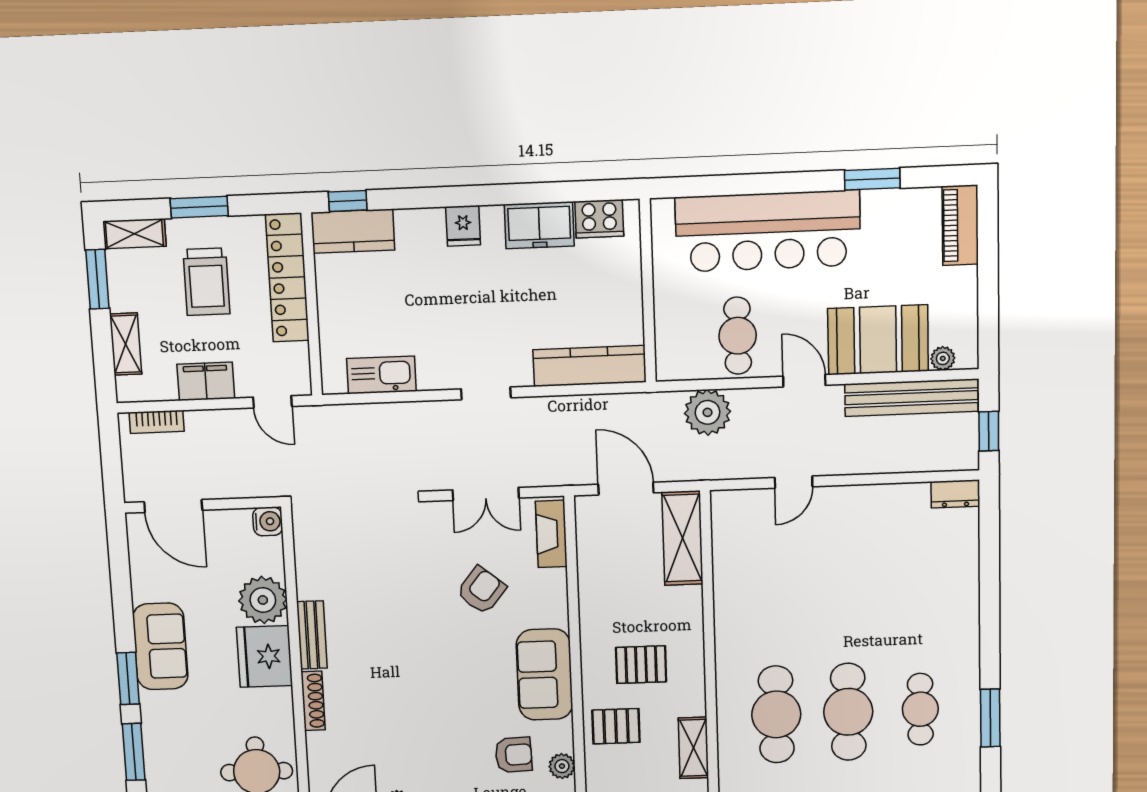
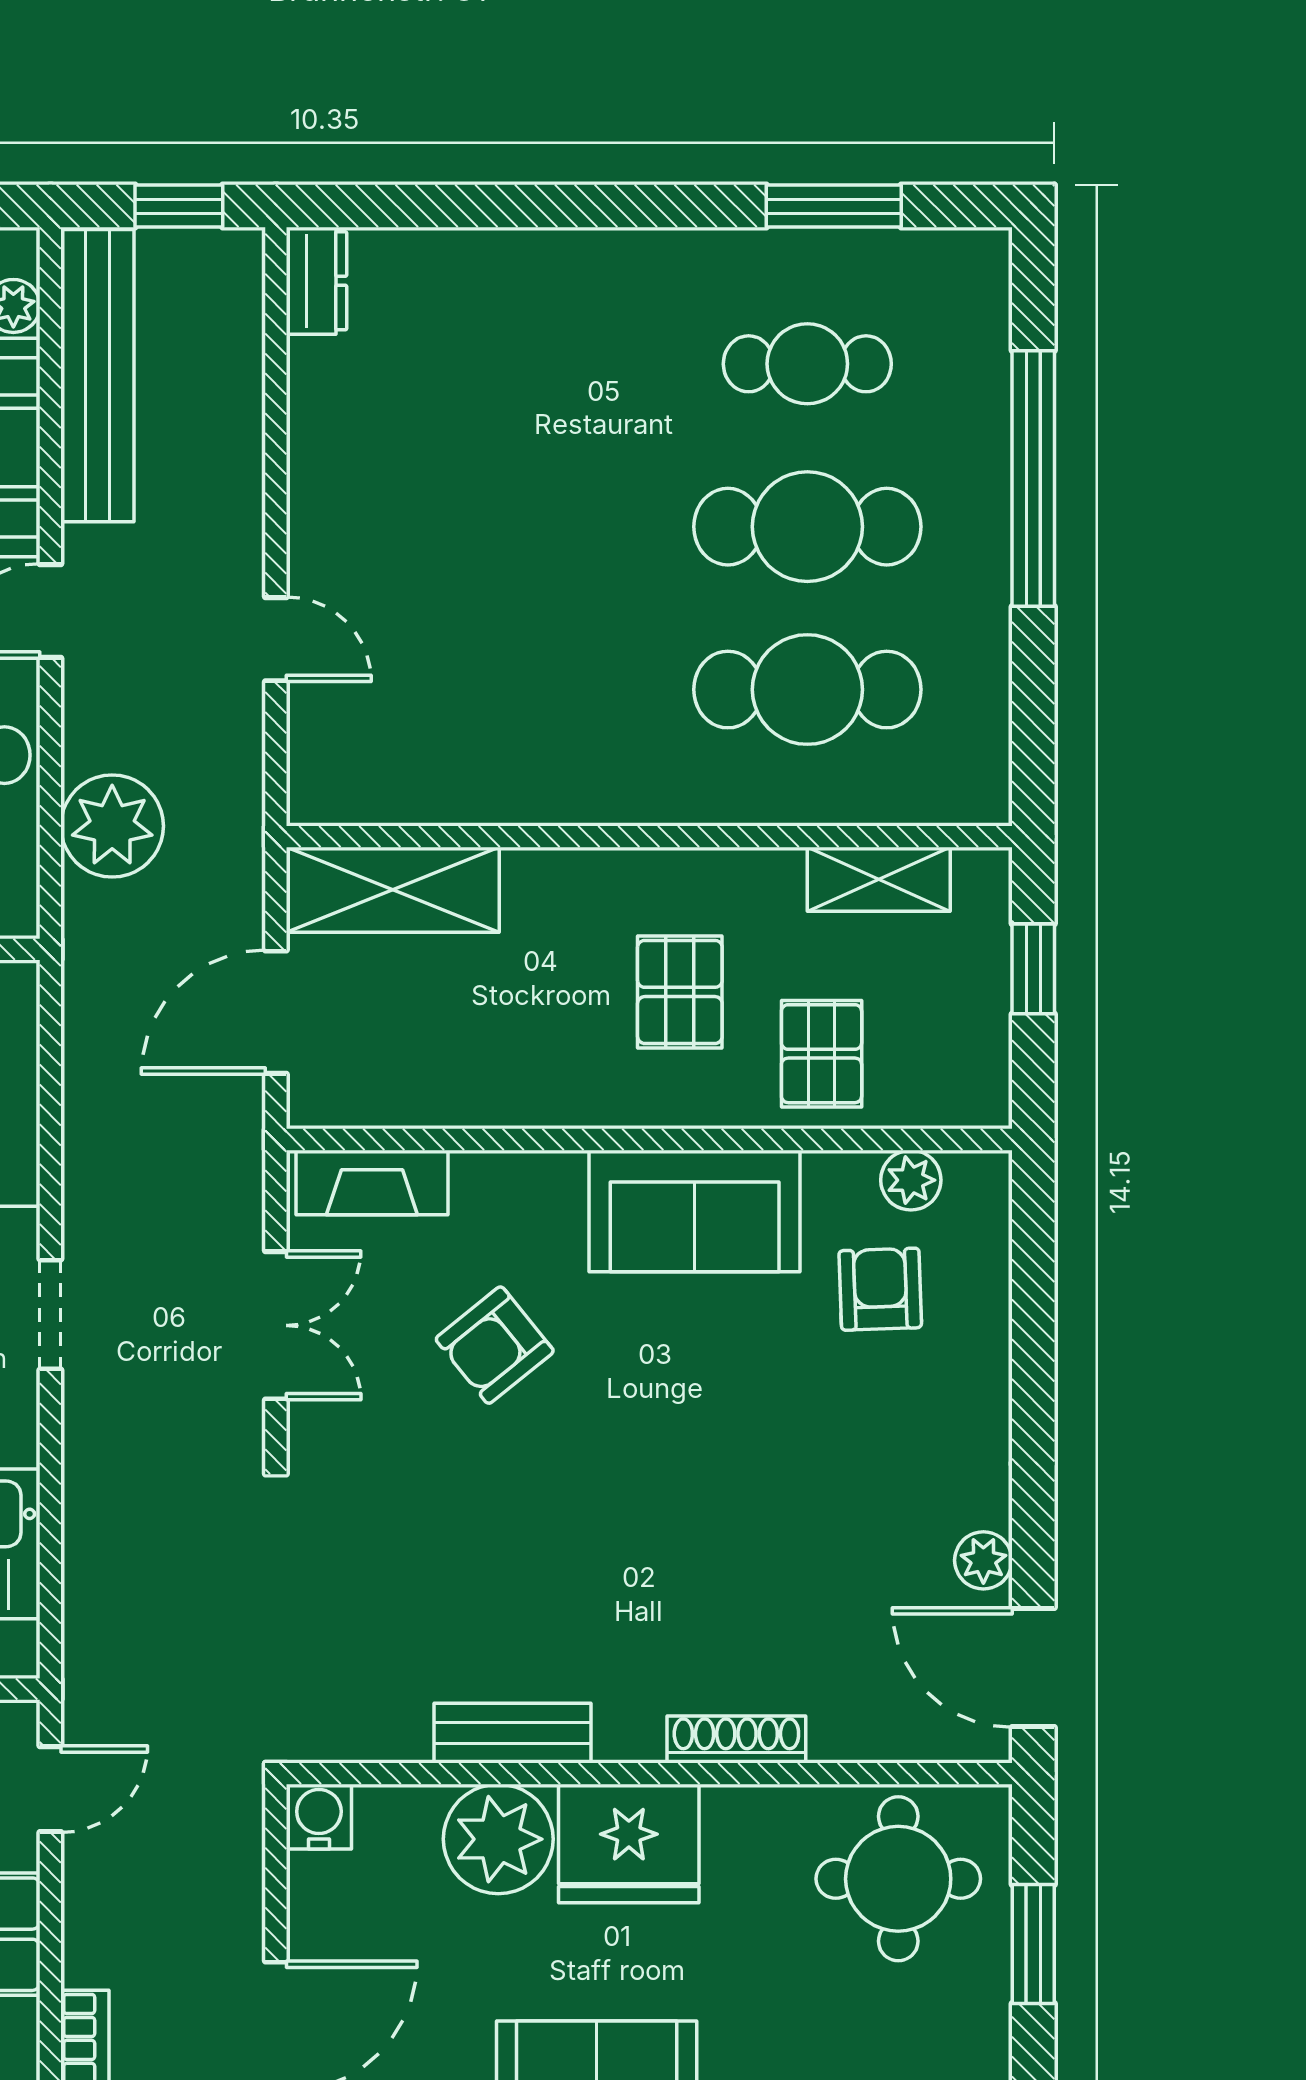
armchair: (481, 590) -> (495, 1345), turned -78
bench: (312, 635) -> (512, 1733), moved

